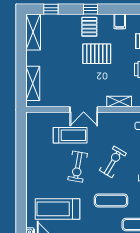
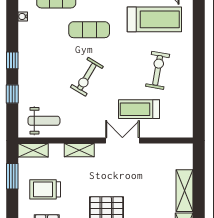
shelving: (33, 83) -> (185, 191), moved
exercise bike: (78, 167) -> (158, 70), moved

